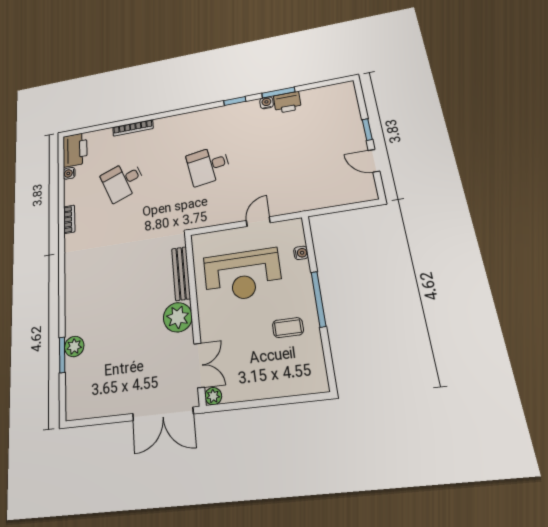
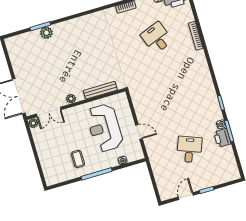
desk: (208, 166) -> (189, 149), moved, turned 30
plant: (178, 317) -> (71, 99), width x0.53, depth x0.53

